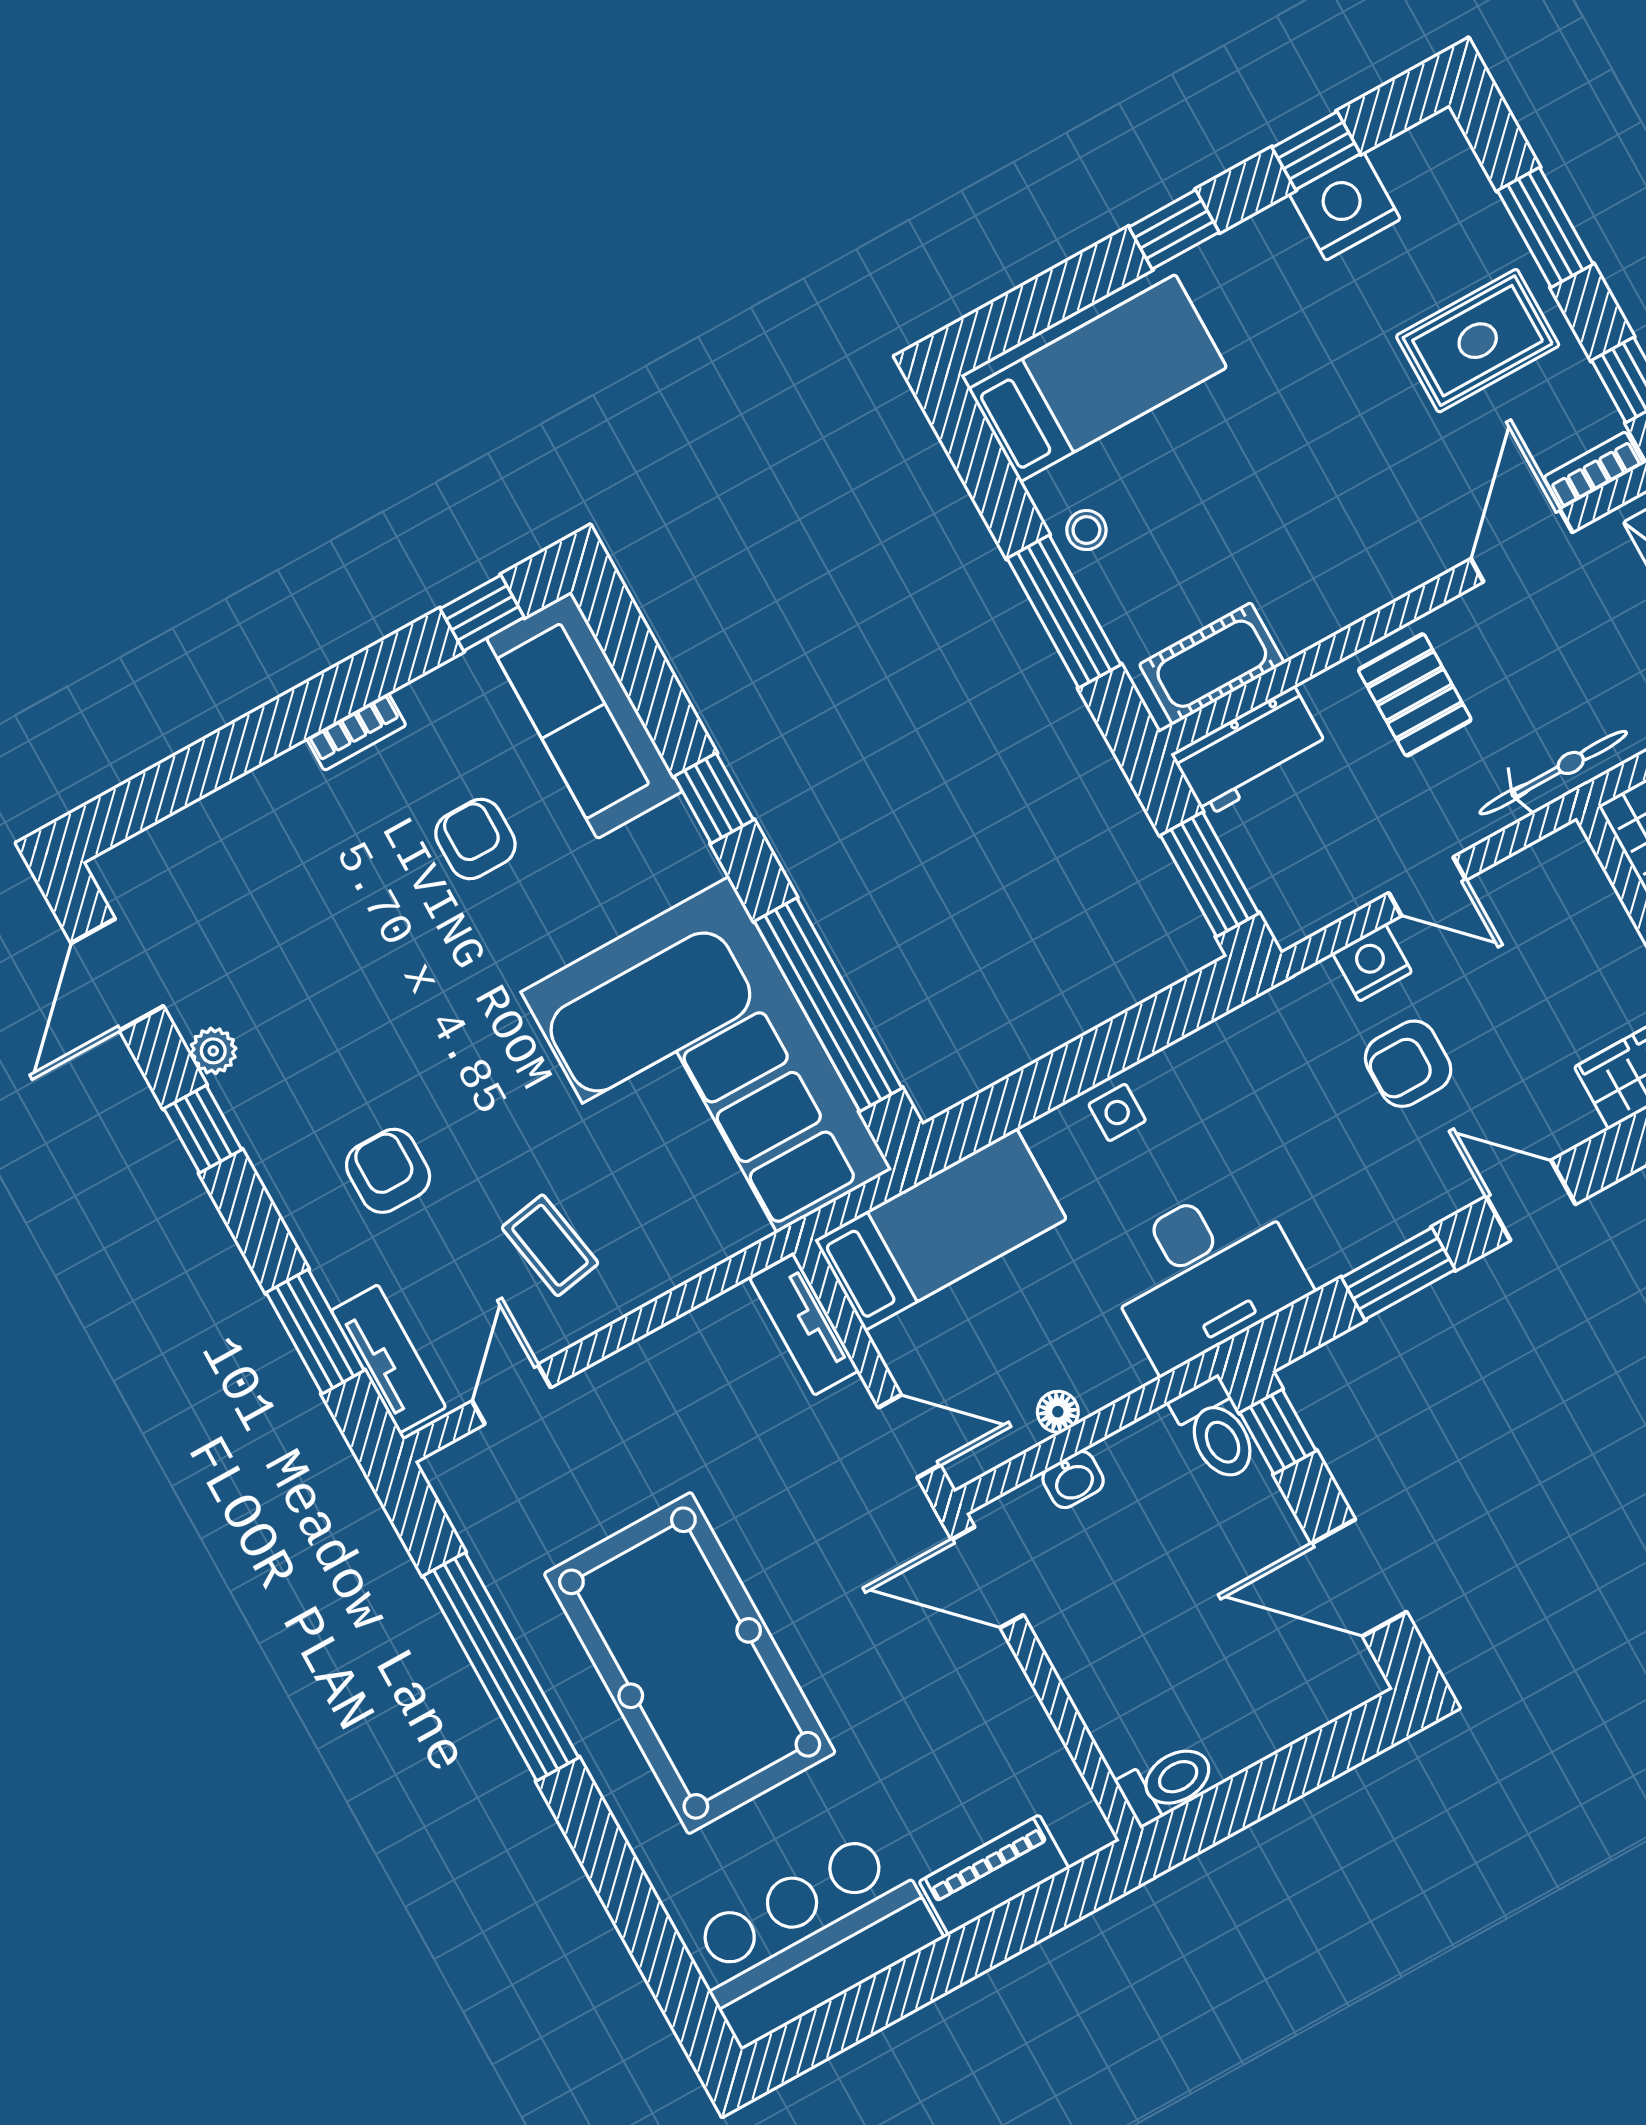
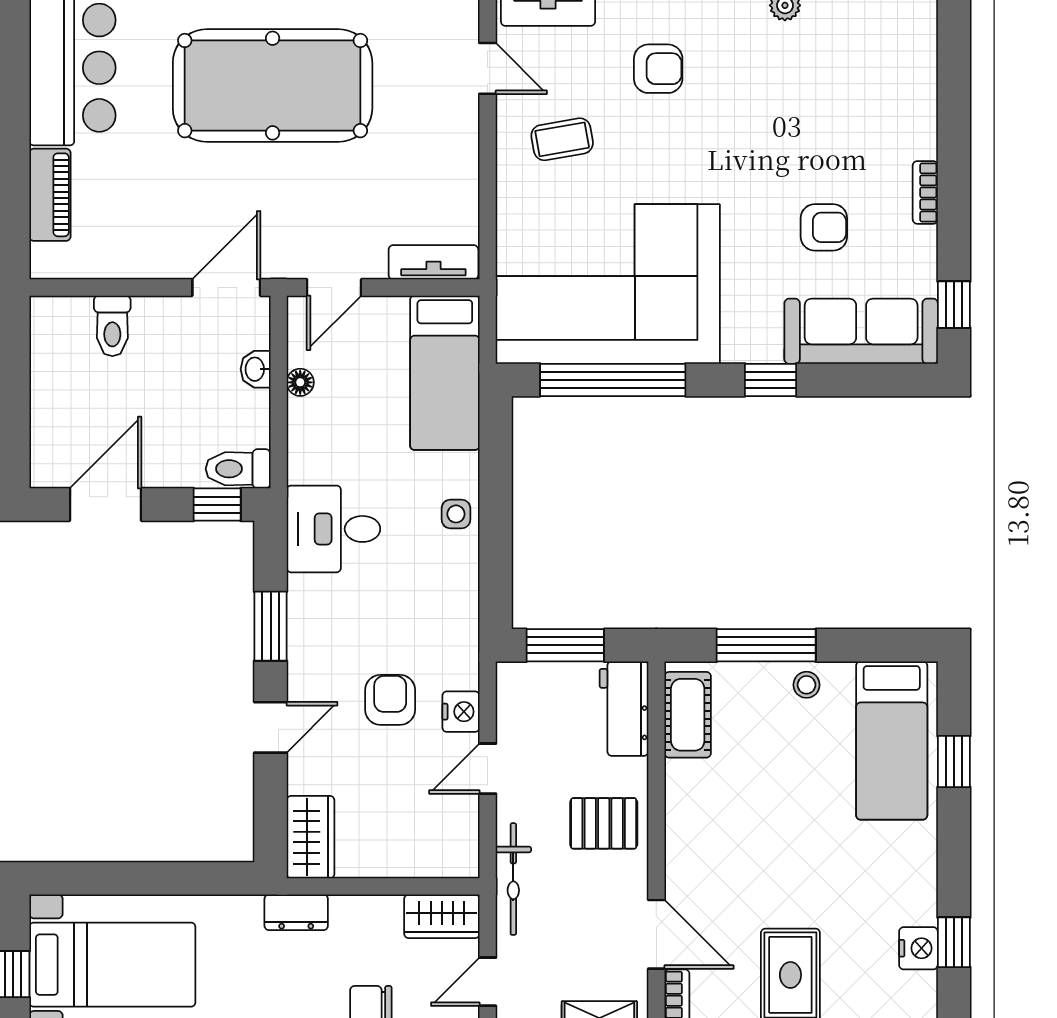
nightstand: (1345, 206) -> (918, 948), width x0.74, depth x0.75
window: (1174, 230) -> (954, 761), moved
desk: (1204, 1274) -> (333, 529), width x0.73
toilet: (1167, 1783) -> (112, 326), moved

